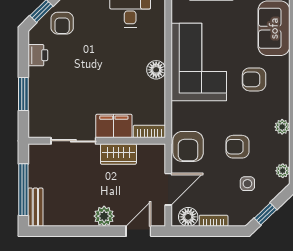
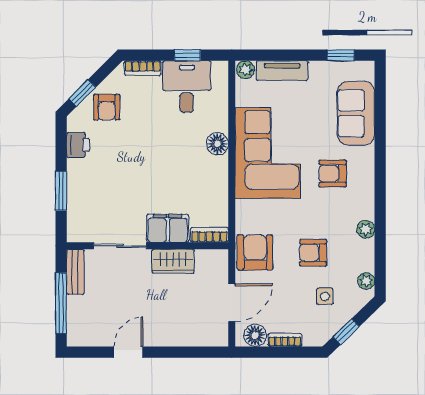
floor lamp: (156, 70) -> (217, 144), moved
armchair: (188, 146) -> (255, 252), turned 180
bench: (35, 207) -> (75, 272), moved
plant: (104, 216) -> (156, 334), removed
door: (138, 231) -> (129, 352), moved

